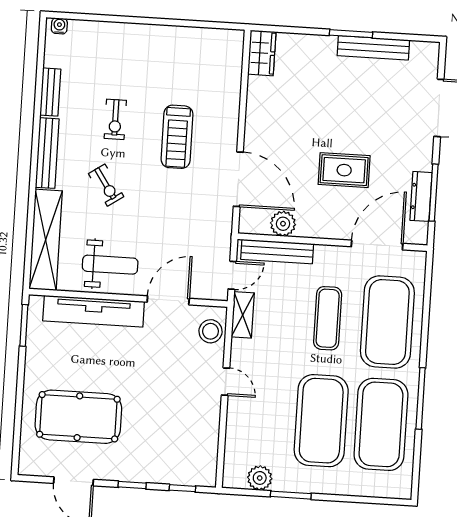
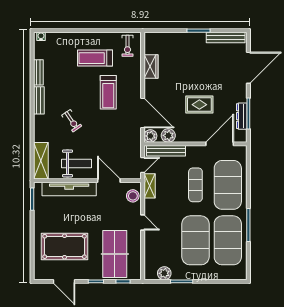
bench: (373, 48) -> (226, 38), moved
wardrobe: (262, 53) -> (151, 66), moved
treadmill: (157, 72) -> (95, 58), added
exercise bike: (115, 119) -> (128, 46), moved
bench: (47, 153) -> (39, 100), width x0.73
plant: (250, 223) -> (150, 136), added
shelving: (46, 240) -> (41, 161), width x0.68
door: (168, 300) -> (109, 181), hinge flipped
table tennis table: (170, 437) -> (115, 254), added

